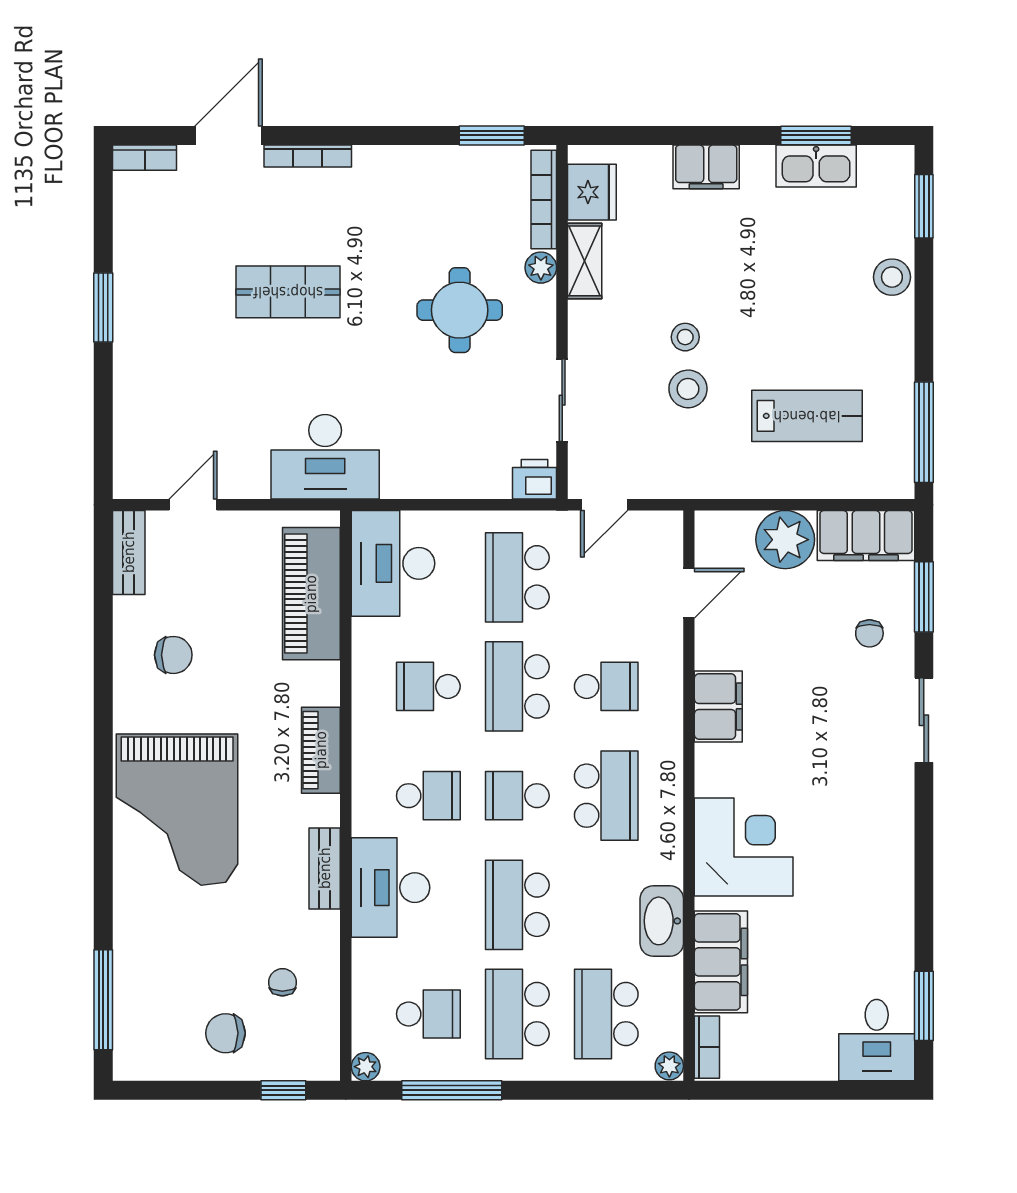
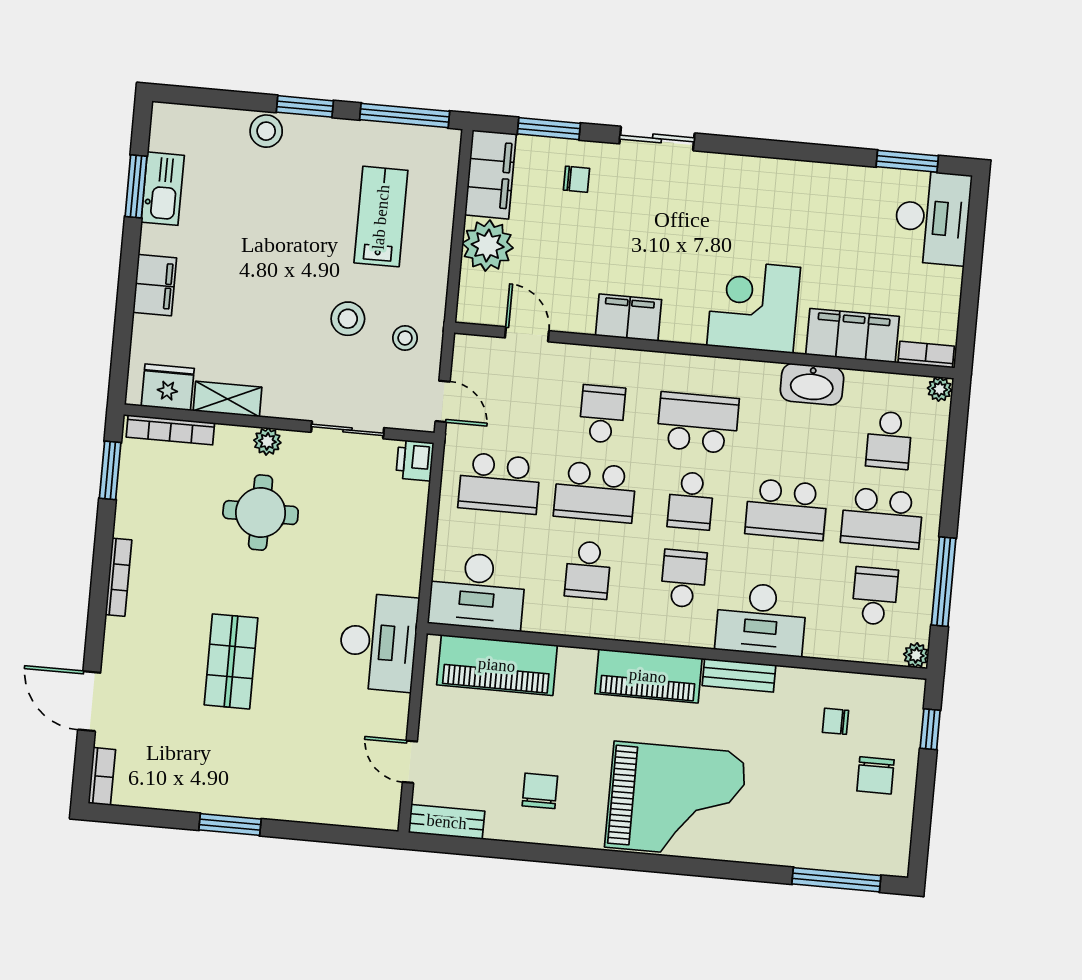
bookcase: (308, 156) -> (119, 577), moved
window: (924, 206) -> (305, 106), moved
plant: (541, 268) -> (267, 441), moved
stool: (685, 337) -> (405, 338), moved
piano: (321, 750) -> (648, 676), width x1.37, depth x1.33
school desk: (606, 1014) -> (889, 440), width x0.54
desk: (877, 1040) -> (932, 218), width x1.37

